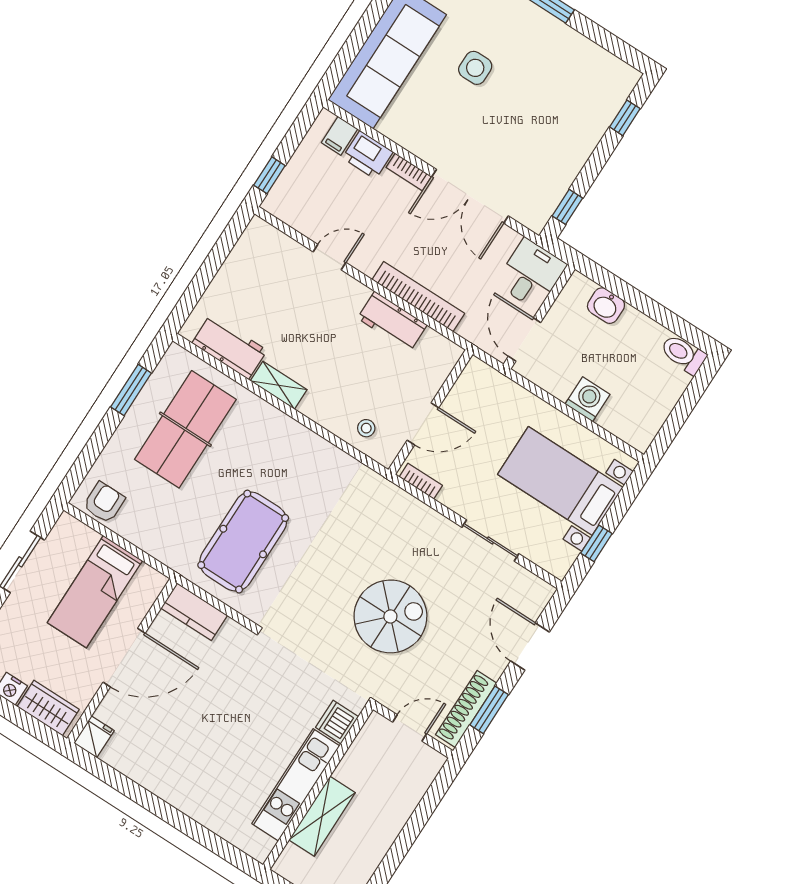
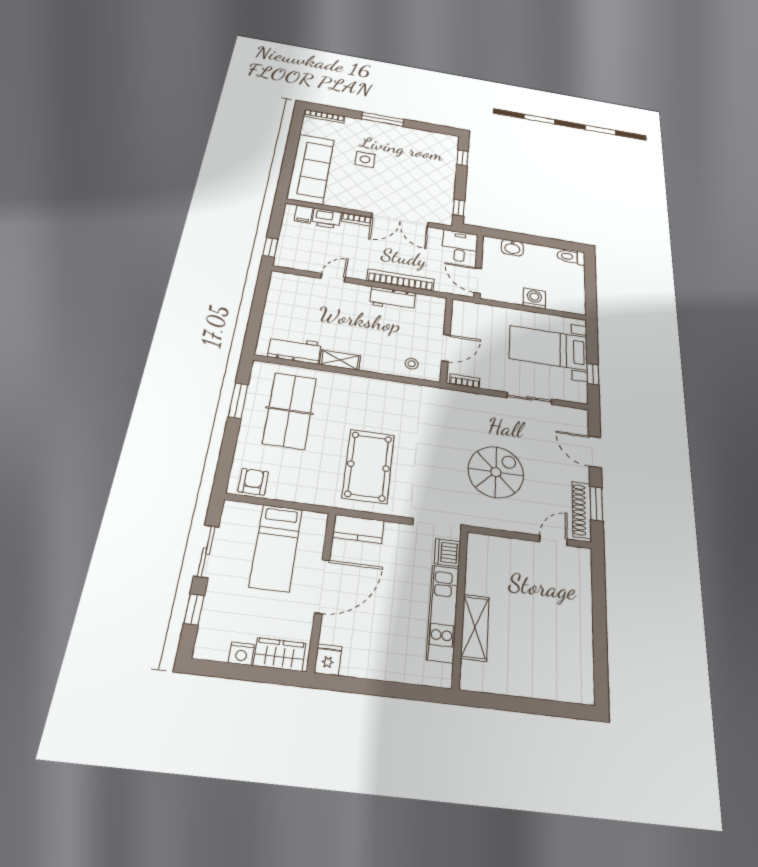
dishwasher: (337, 722) -> (447, 553), moved
kitchen unit: (296, 785) -> (443, 613), moved
wall: (318, 787) -> (460, 607), moved
shelving: (322, 816) -> (475, 627), moved

